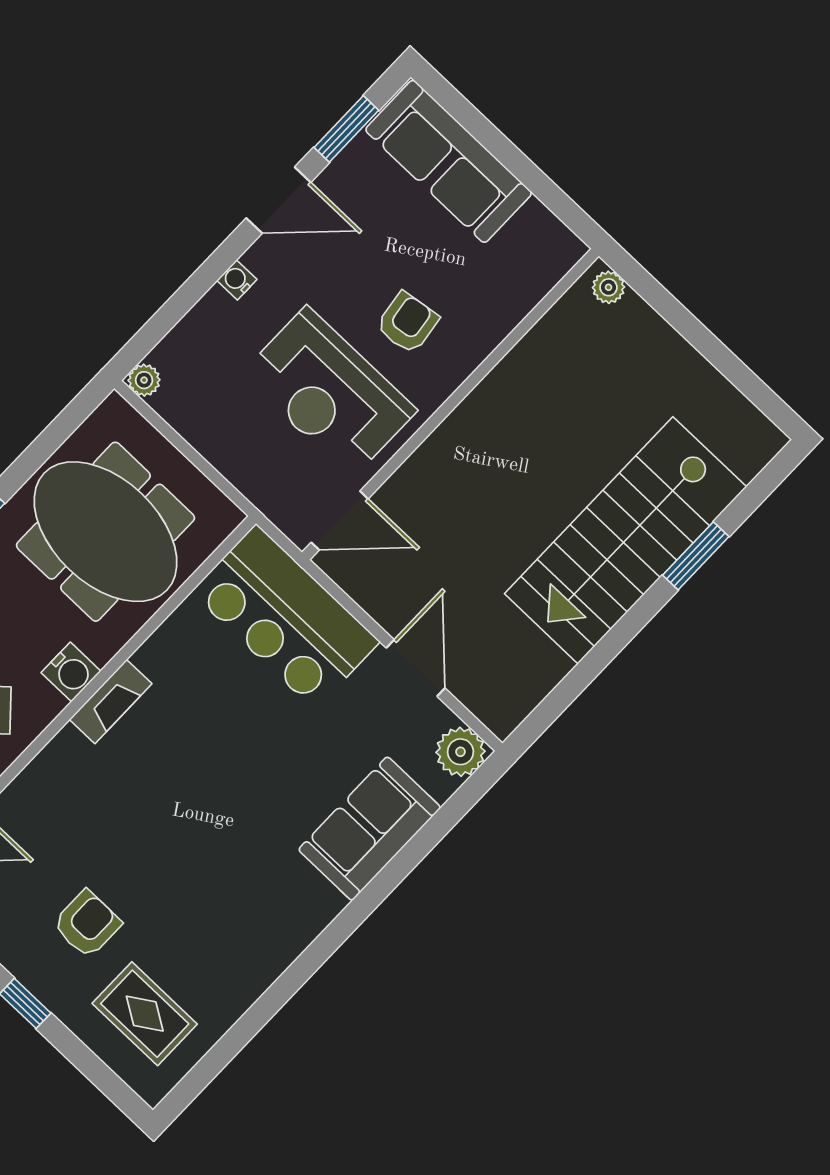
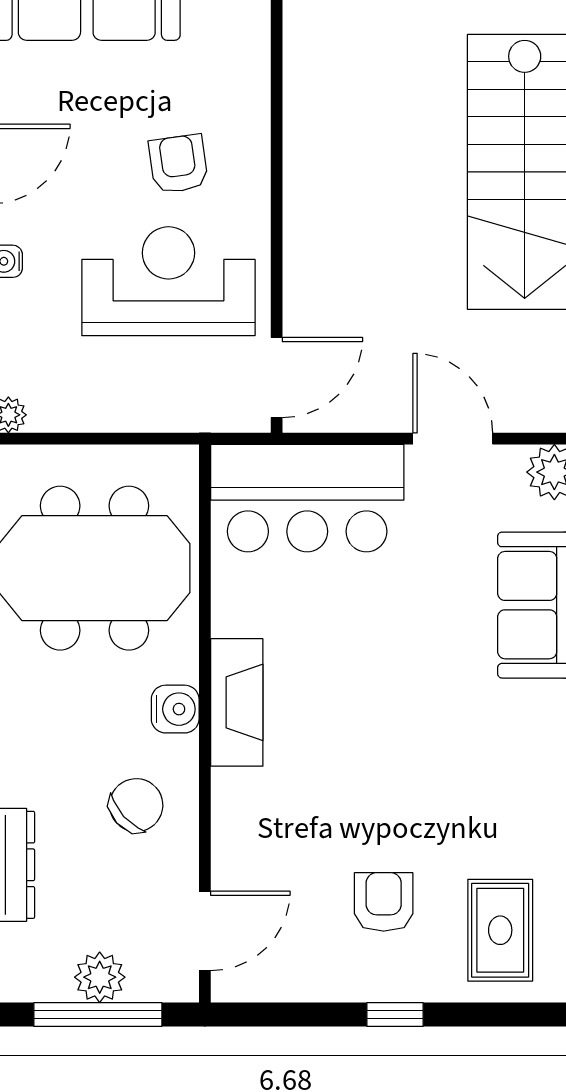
reception desk: (329, 392) -> (168, 281), turned 180
fireplace: (111, 702) -> (237, 702), width x1.37, depth x1.32
rug: (145, 1014) -> (500, 930), turned 90

